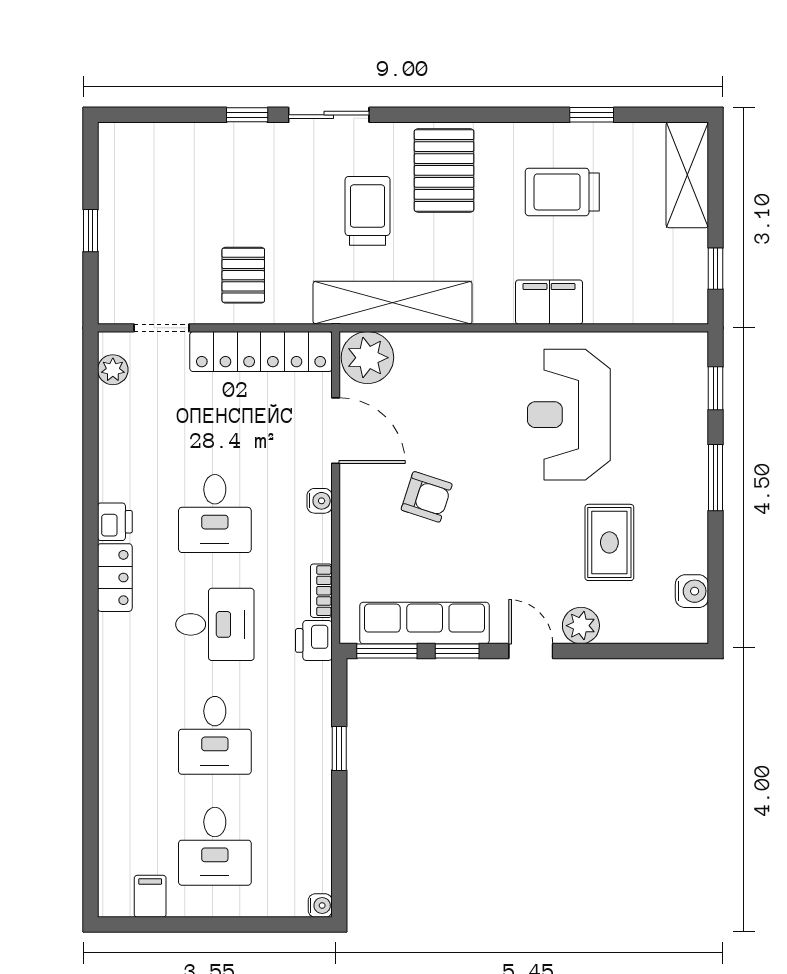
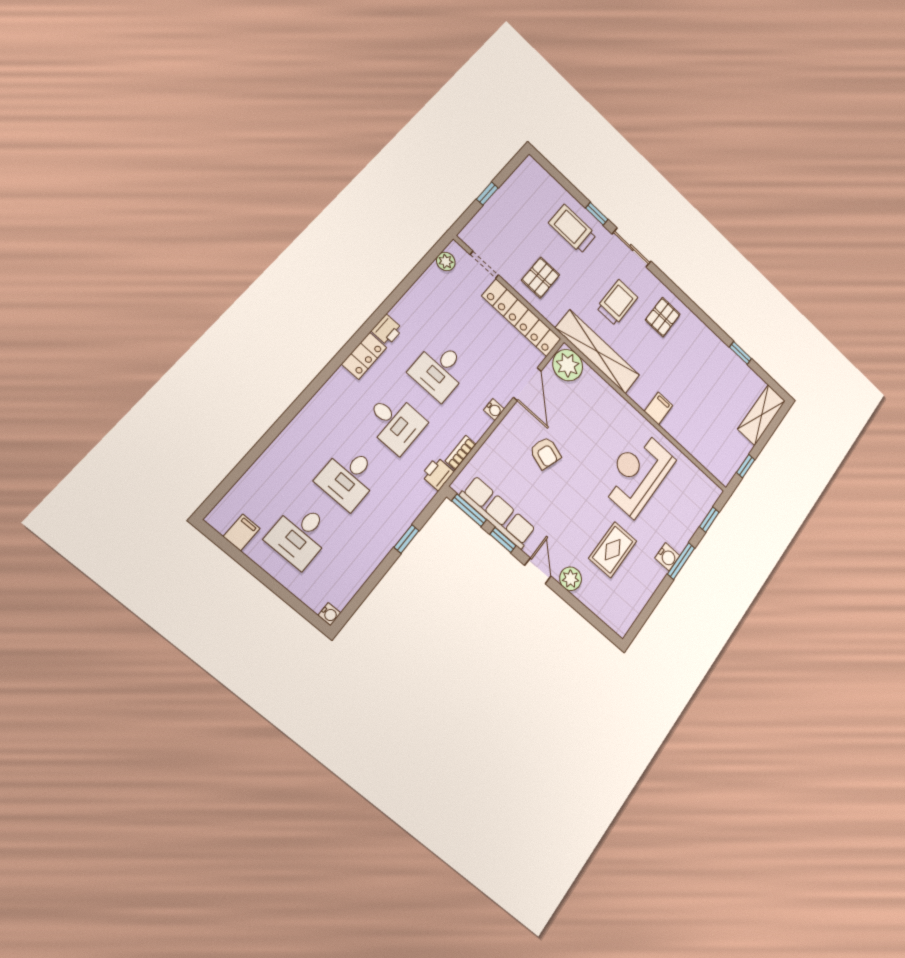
pallet: (444, 170) -> (663, 317), width x0.67, depth x0.71
trolley: (562, 192) -> (573, 229), moved
filing cabinet: (549, 302) -> (658, 408), width x0.50
water cooler: (692, 591) -> (667, 557), moved

